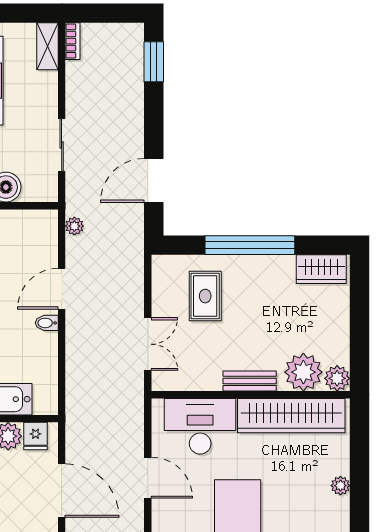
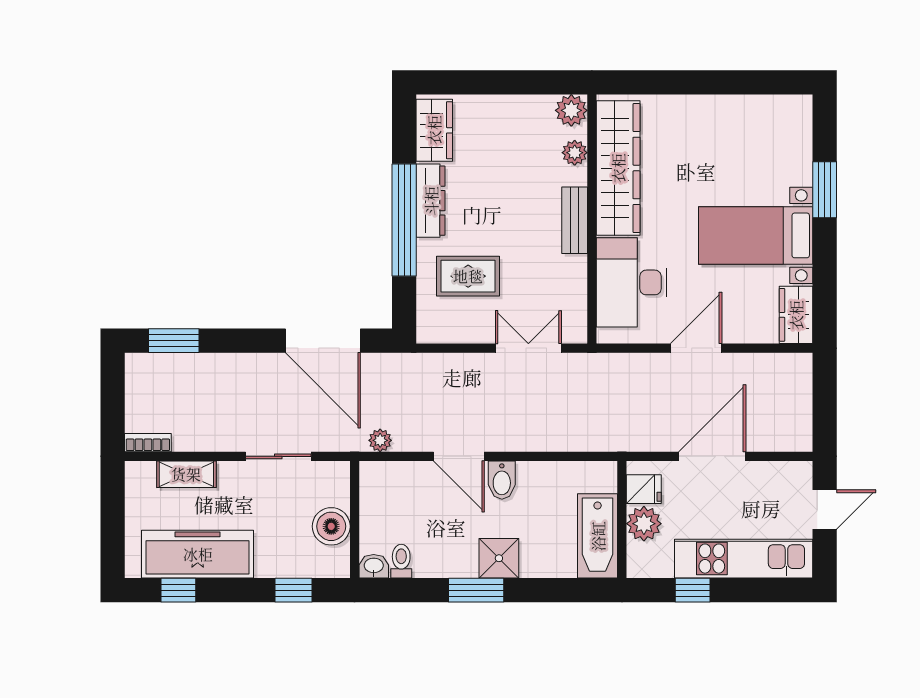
shelving: (47, 46) -> (186, 474), moved
door: (154, 180) -> (323, 341), width x1.36
dresser: (265, 266) -> (431, 201), added
bidet: (47, 323) -> (502, 480), width x1.38, depth x1.36
plant: (303, 372) -> (575, 153), width x0.53, depth x0.53
plant: (340, 486) -> (706, 106), removed

